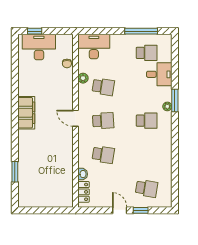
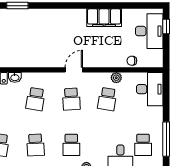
filing cabinet: (26, 113) -> (104, 18), moved
school desk: (147, 155) -> (35, 145), added

